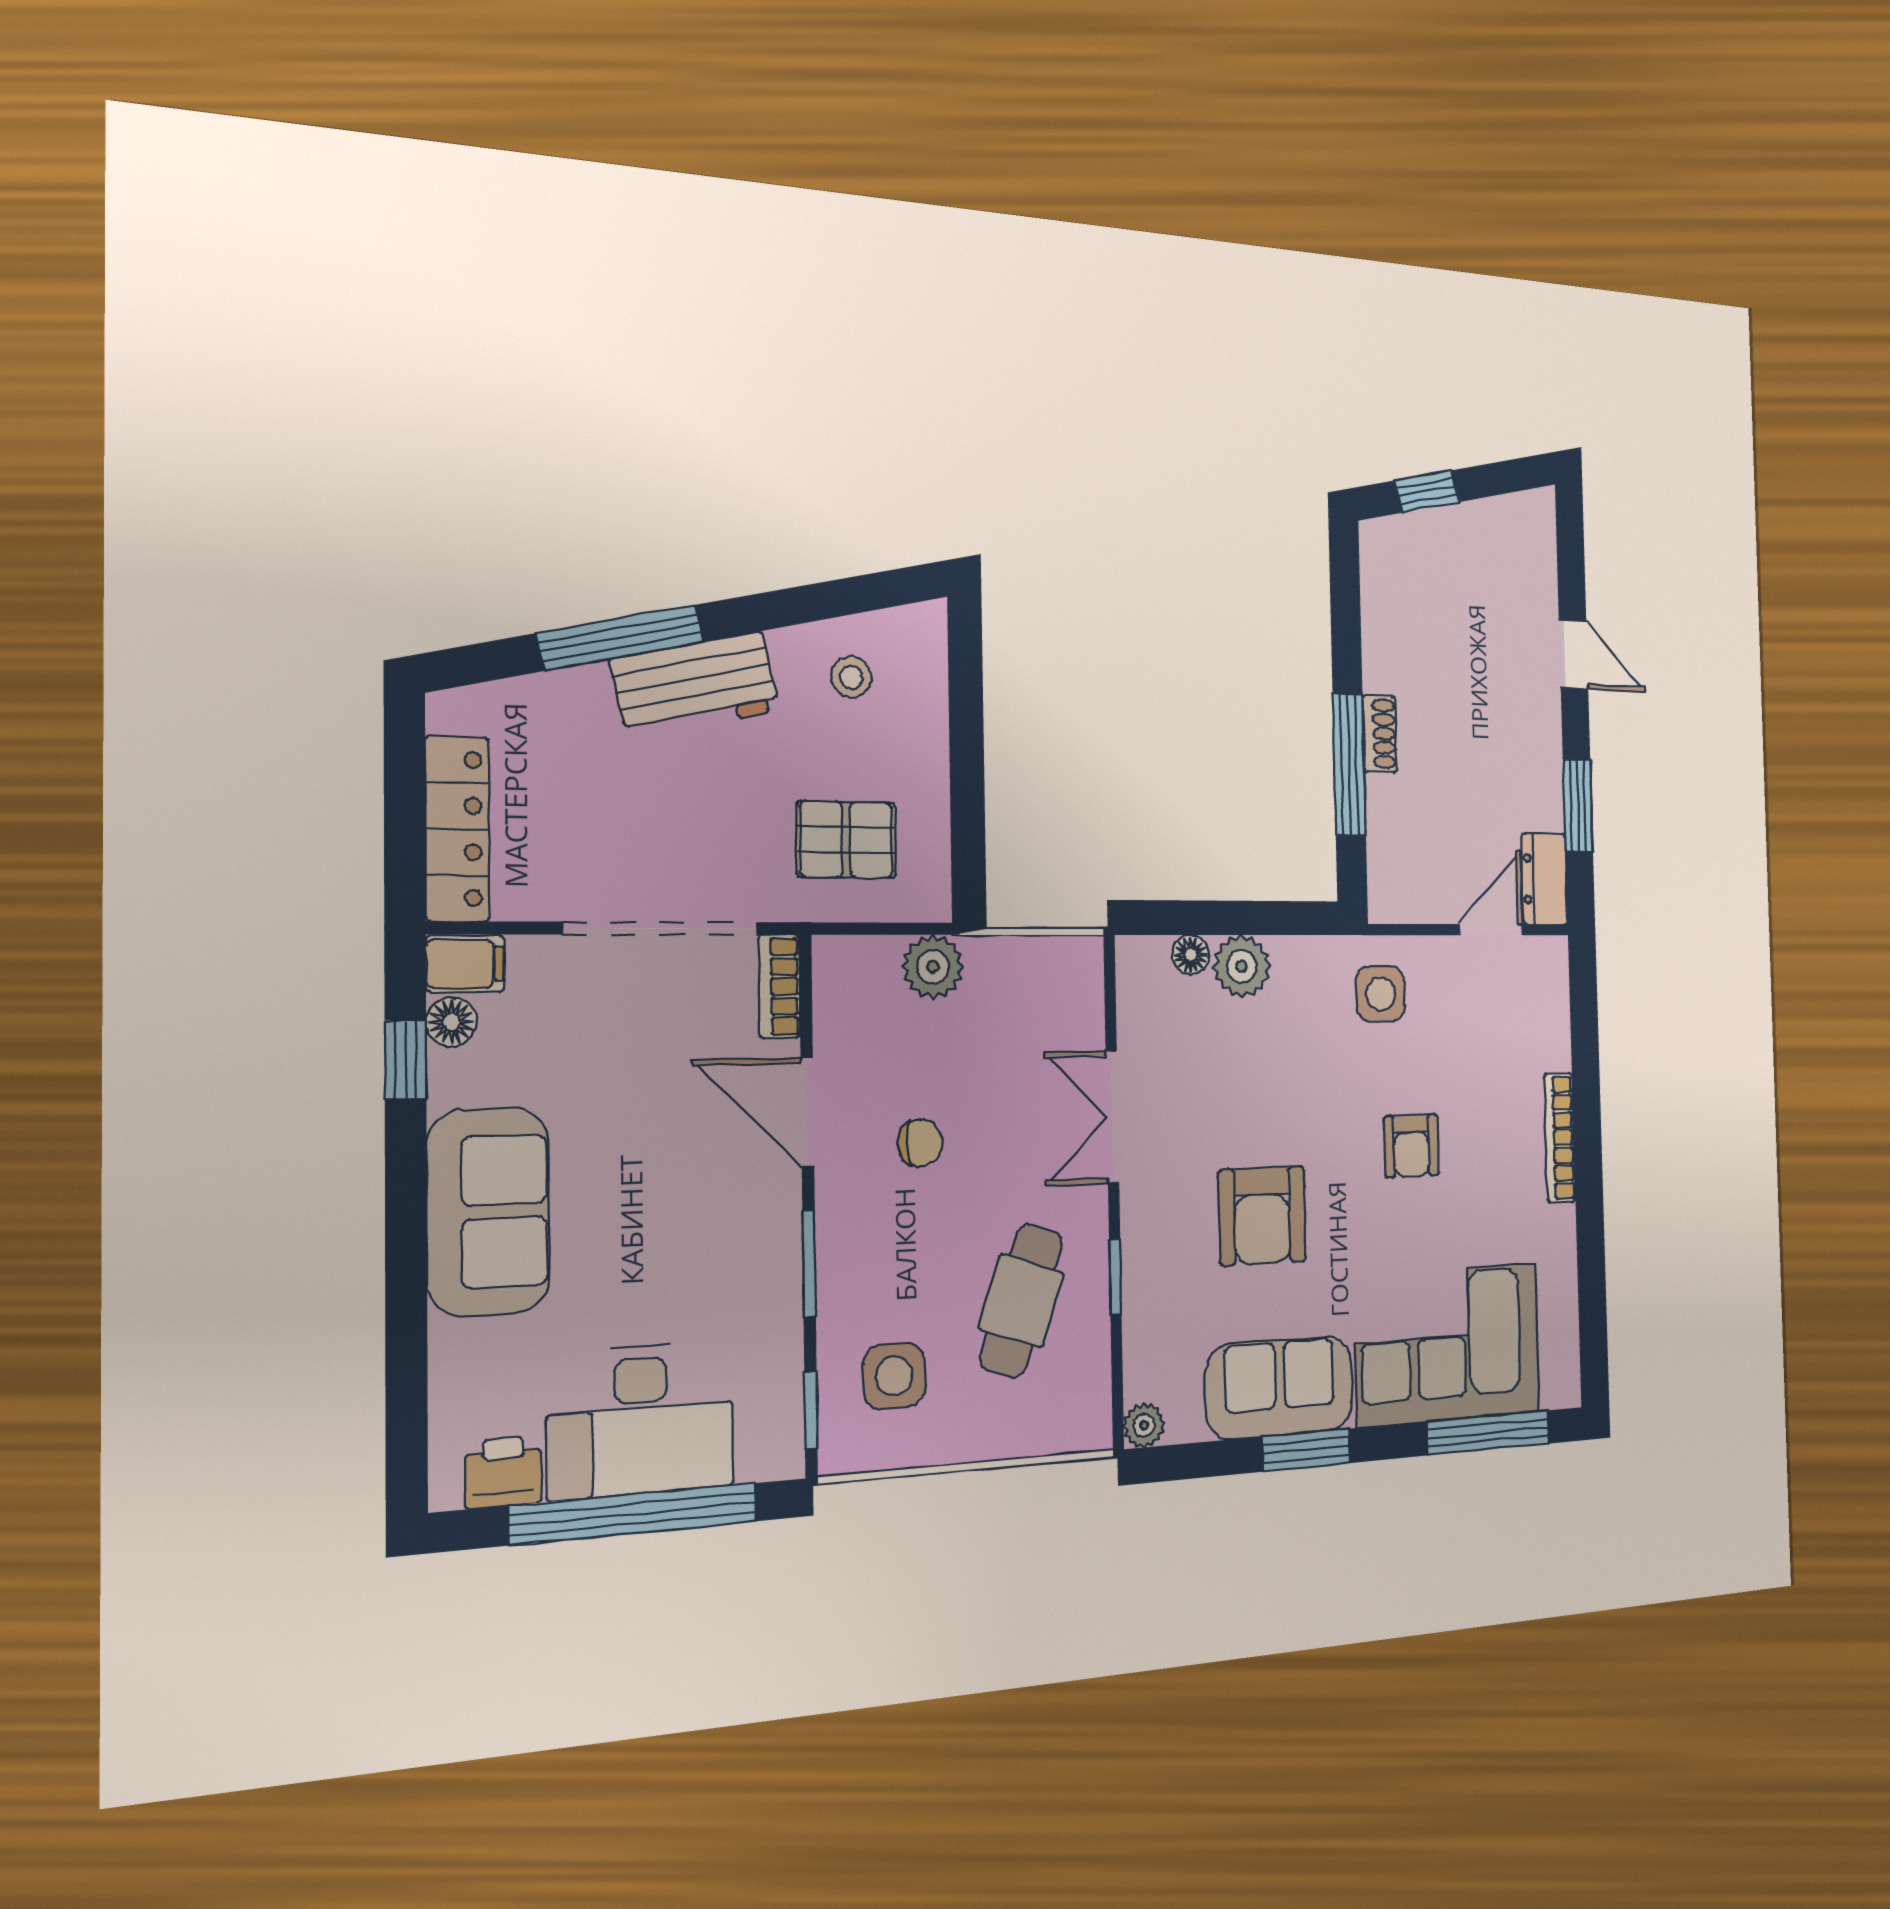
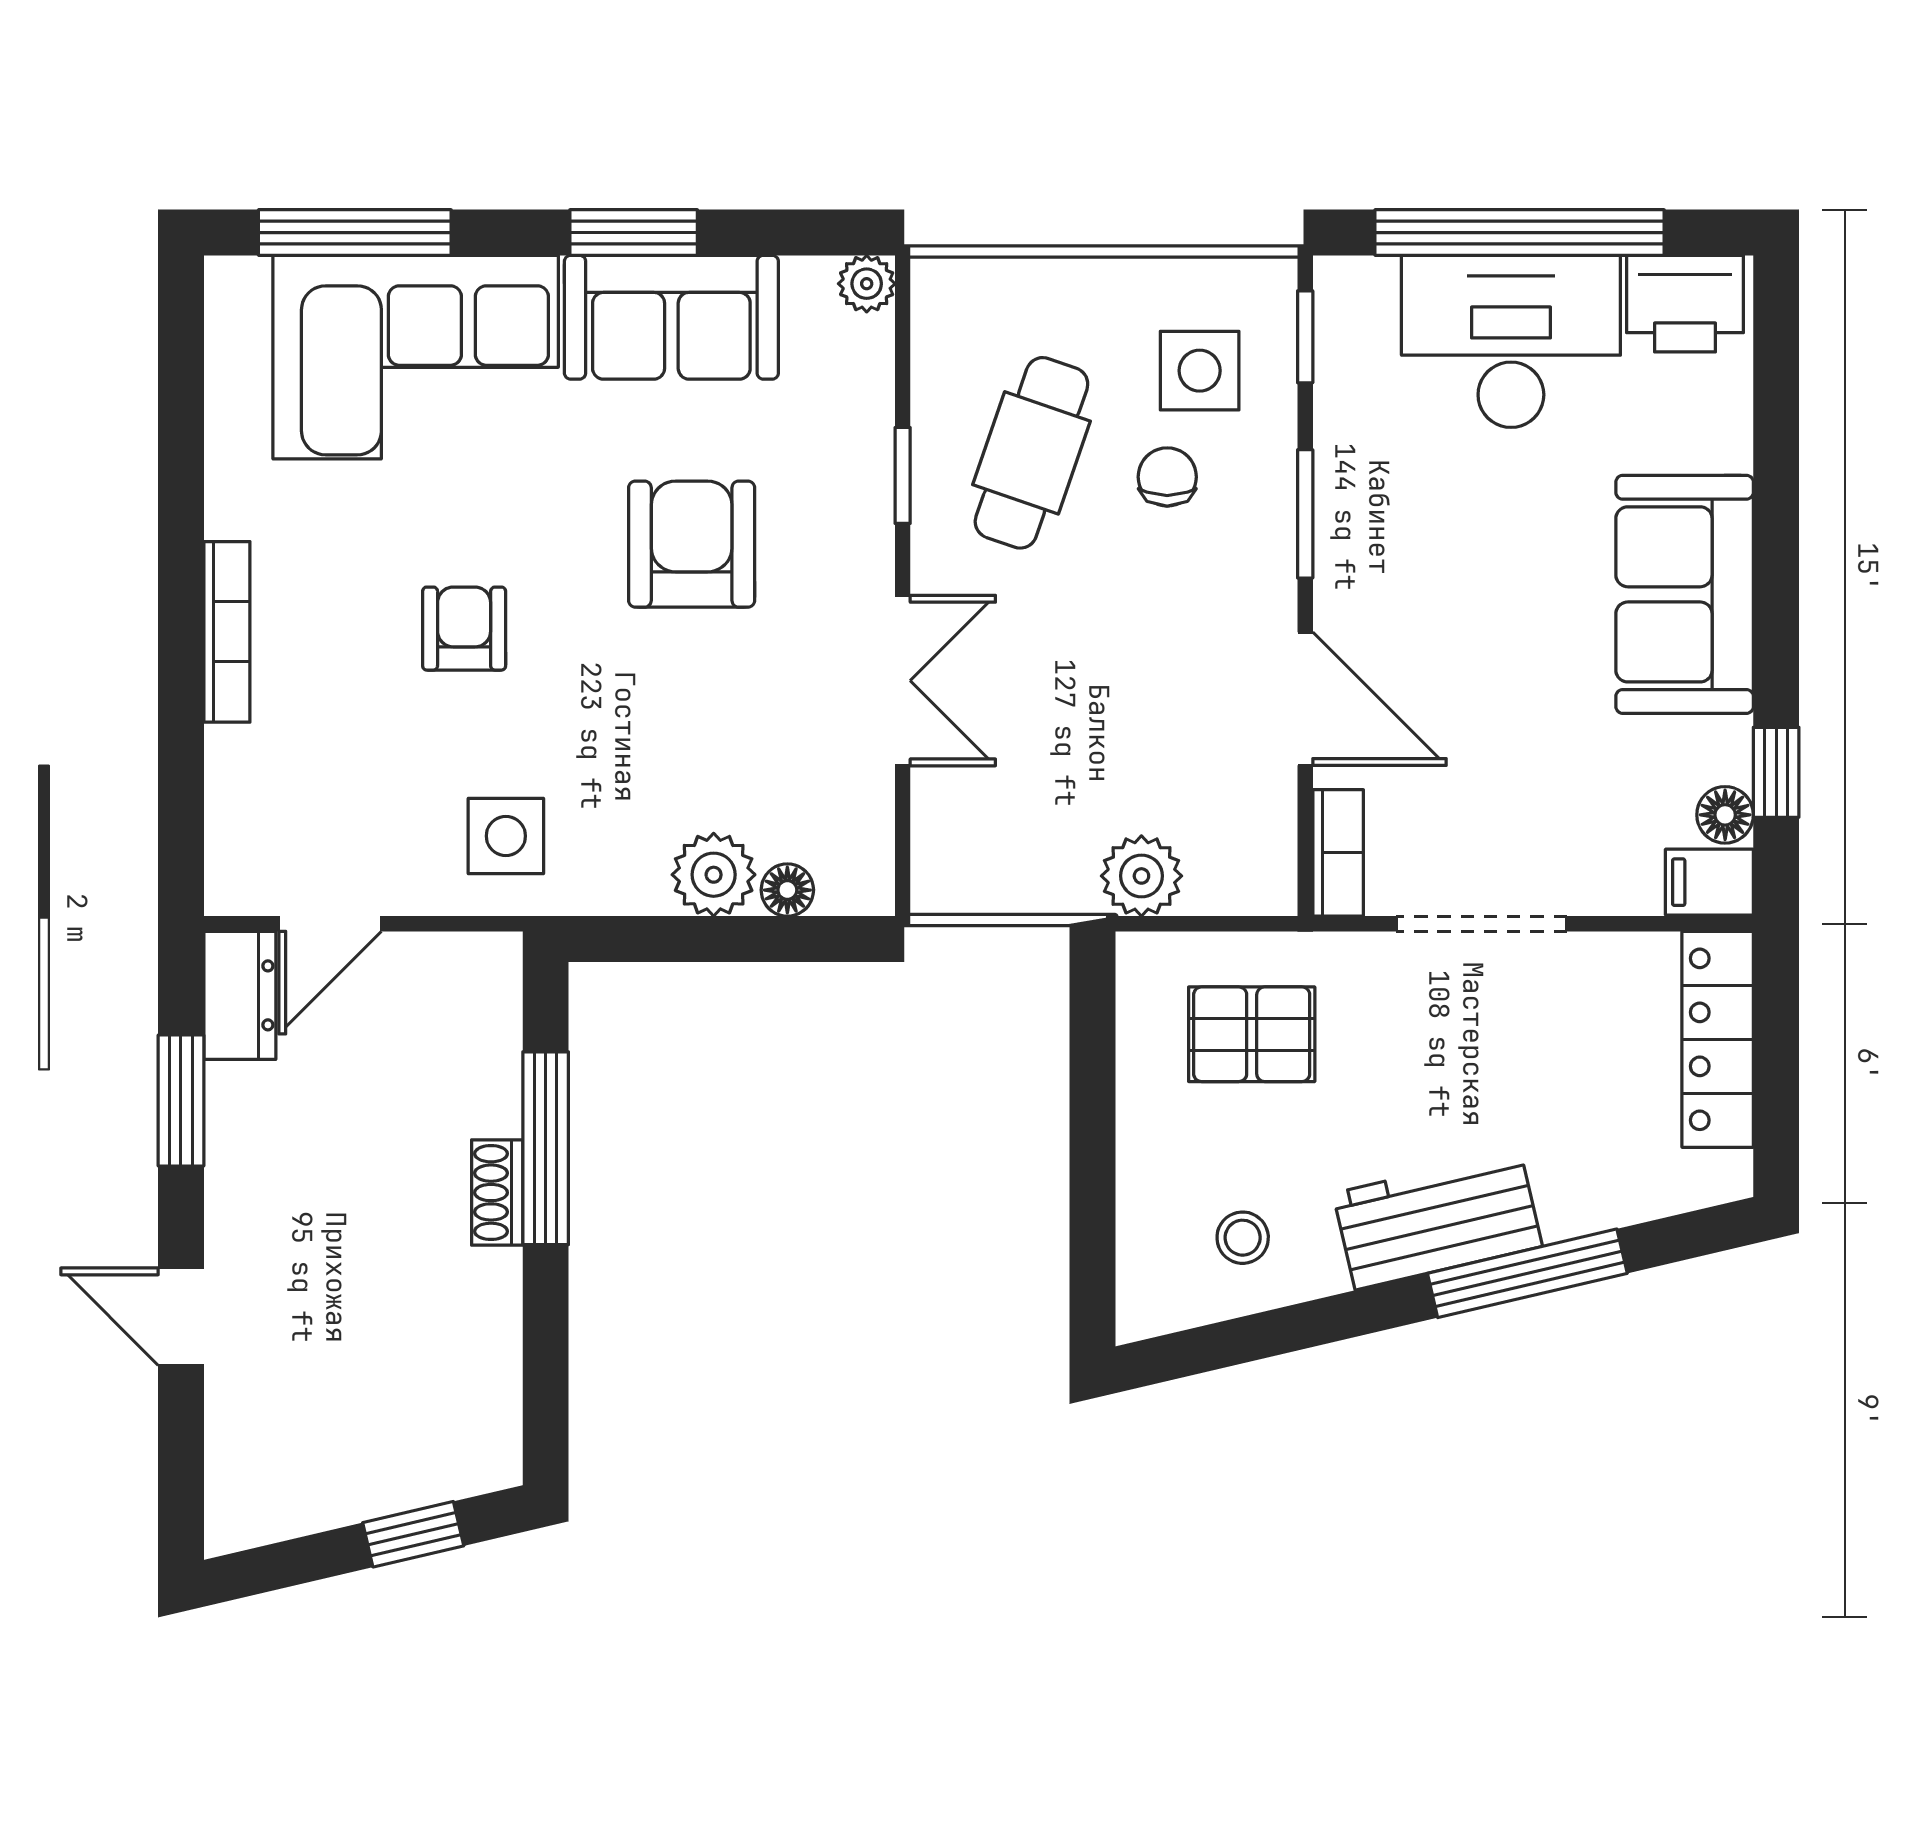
doorway: (661, 928) -> (1482, 924), width x0.73
chair: (920, 1143) -> (1167, 477), moved, turned 90
printer: (503, 1472) -> (1685, 304), width x1.36, depth x1.24

